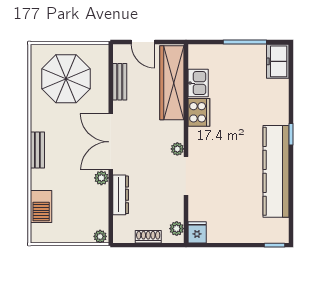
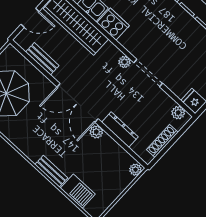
bench: (37, 150) -> (51, 171), moved
shoe rack: (148, 237) -> (162, 141), width x1.43

